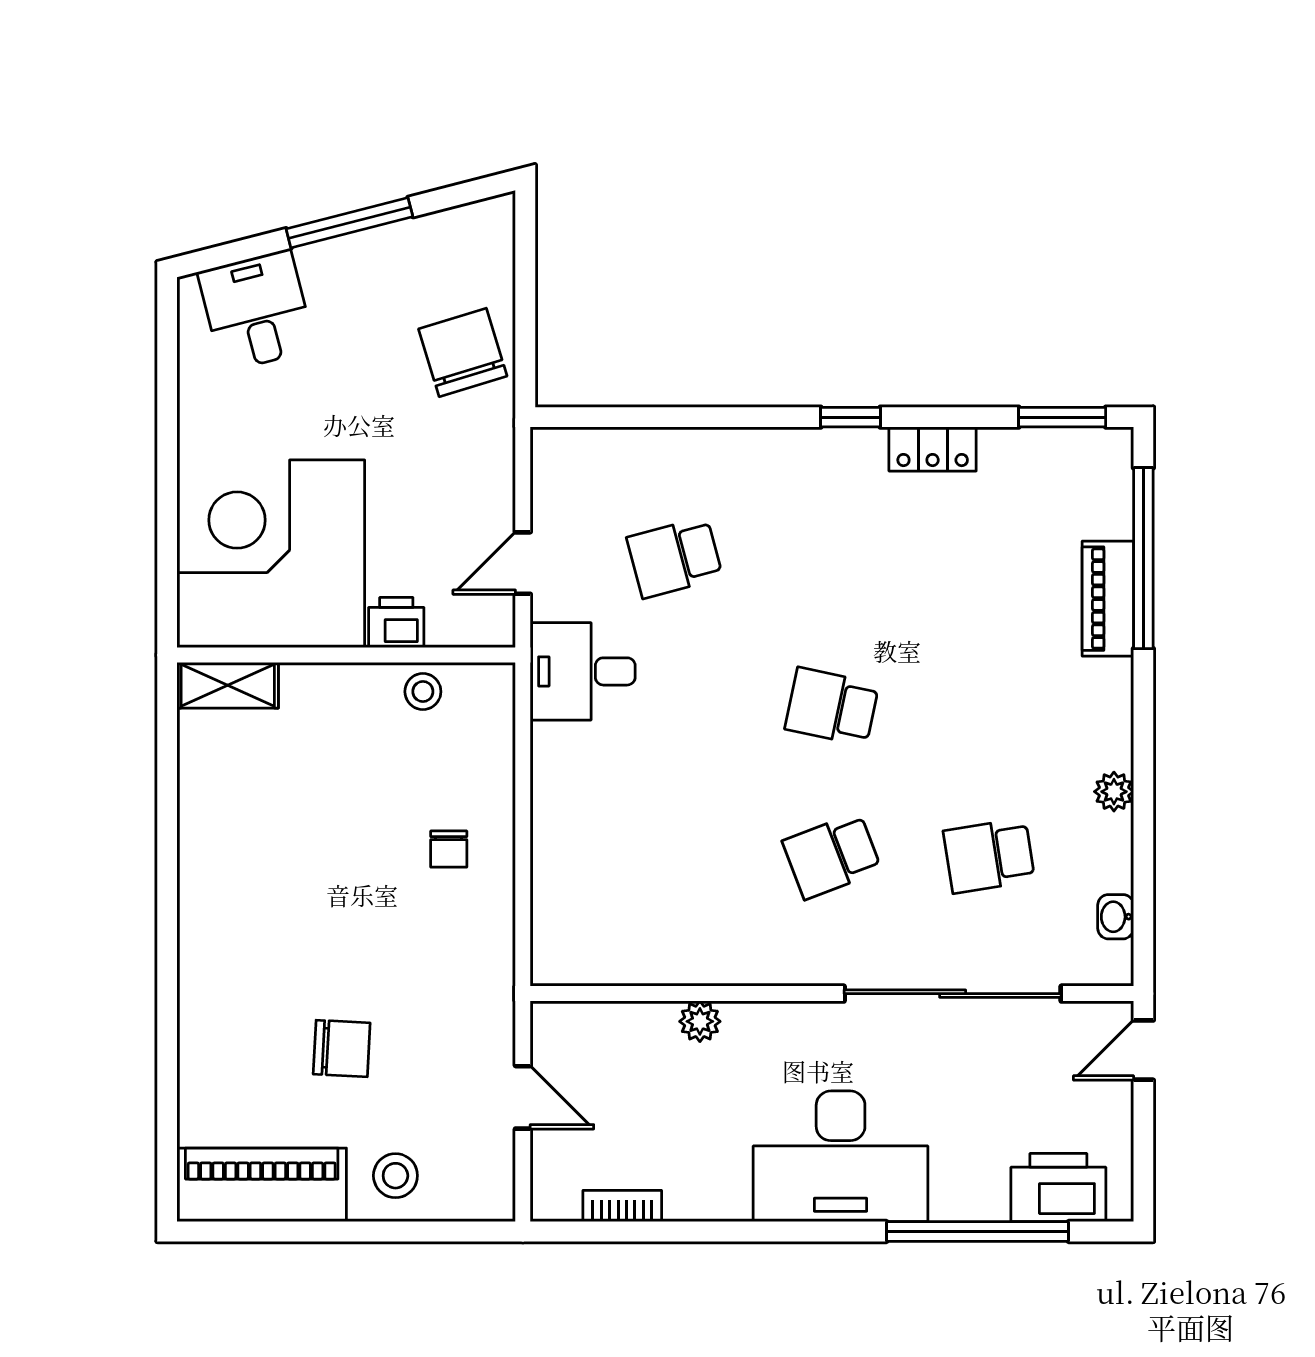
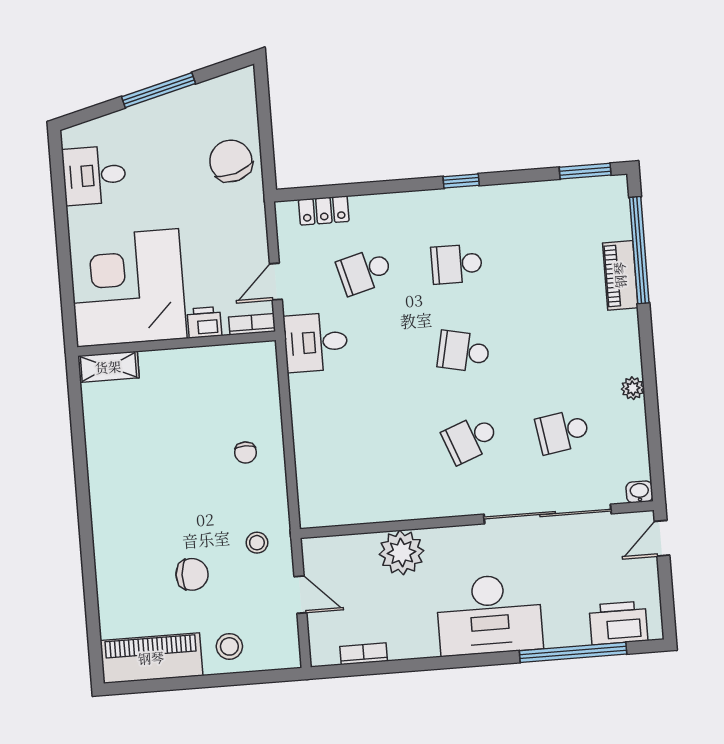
desk: (256, 311) -> (94, 175), moved, turned -76
locker: (933, 449) -> (324, 211), moved
school desk: (832, 557) -> (457, 264), added
bookcase: (477, 632) -> (252, 324), added
stool: (423, 692) -> (257, 543), moved
washbasin: (1116, 917) -> (639, 492), moved, turned 90
plant: (700, 1021) -> (402, 552), width x1.88, depth x1.88

